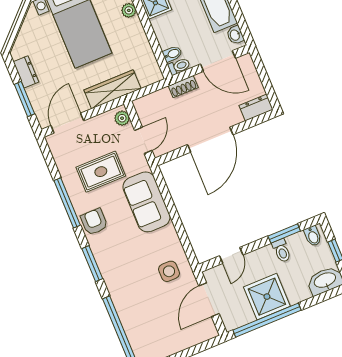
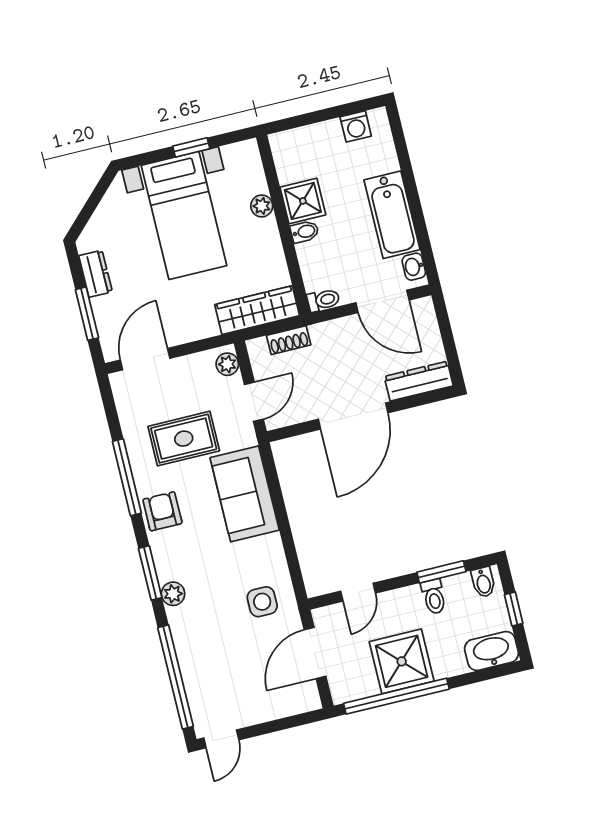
bidet: (172, 54) -> (305, 232), moved
shoe rack: (183, 87) -> (289, 340), moved
wardrobe: (112, 89) -> (257, 310), moved
dresser: (256, 107) -> (419, 381), width x1.44
plant: (109, 275) -> (173, 594), added

